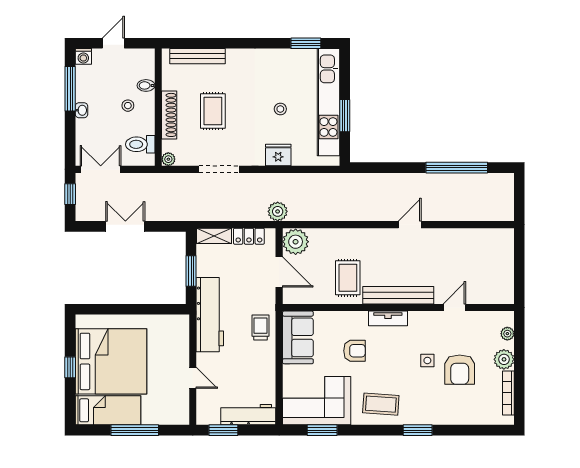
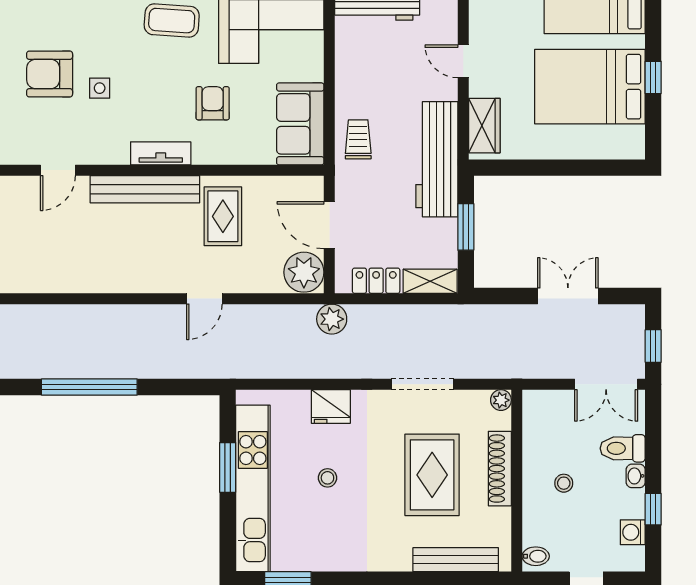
washing machine: (83, 56) -> (633, 532), moved, turned -90
bidet: (146, 85) -> (536, 556), moved
window: (70, 89) -> (653, 509), width x0.46
rug: (213, 111) -> (432, 475), width x1.36, depth x1.43
toilet: (140, 144) -> (623, 448), moved, turned 180
window: (457, 168) -> (89, 387), moved
door: (410, 225) -> (204, 299), moved
double door: (125, 226) -> (568, 296), swing flipped
trolley: (261, 327) -> (358, 139), turned 180
wardrobe: (179, 336) -> (484, 126), added
armchair: (354, 351) -> (213, 103), turned 90
bed: (111, 361) -> (590, 87), width x0.73
armchair: (460, 370) -> (50, 74), turned -90

